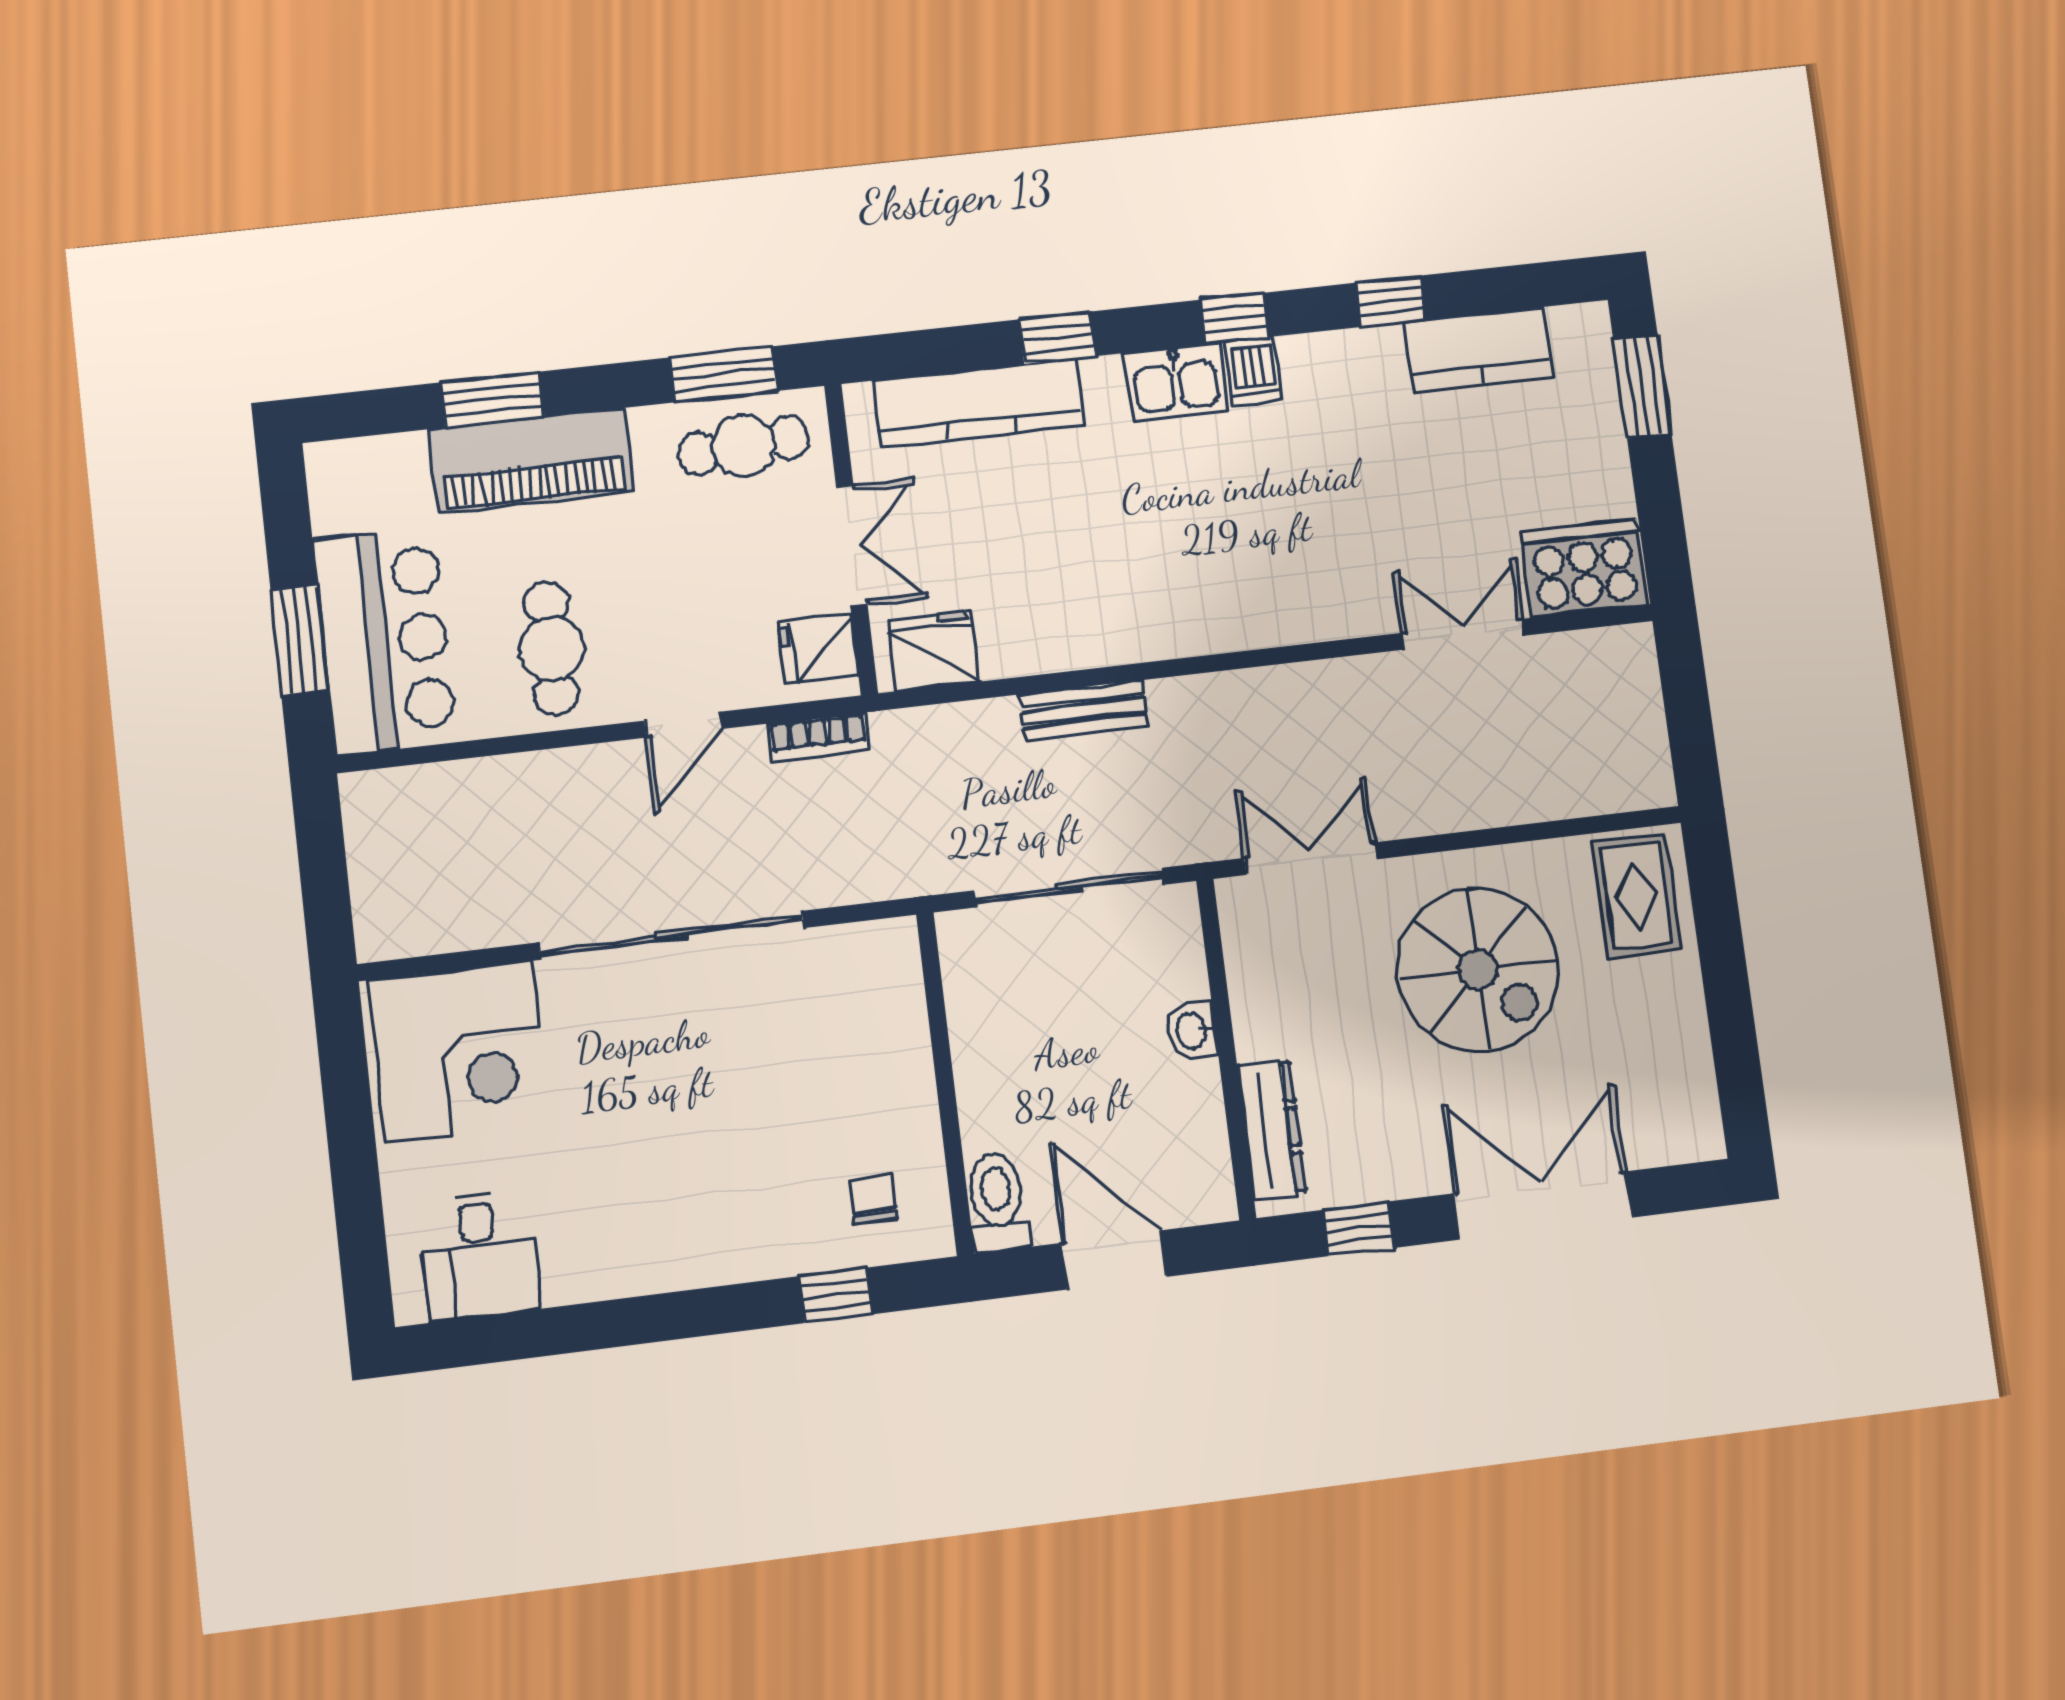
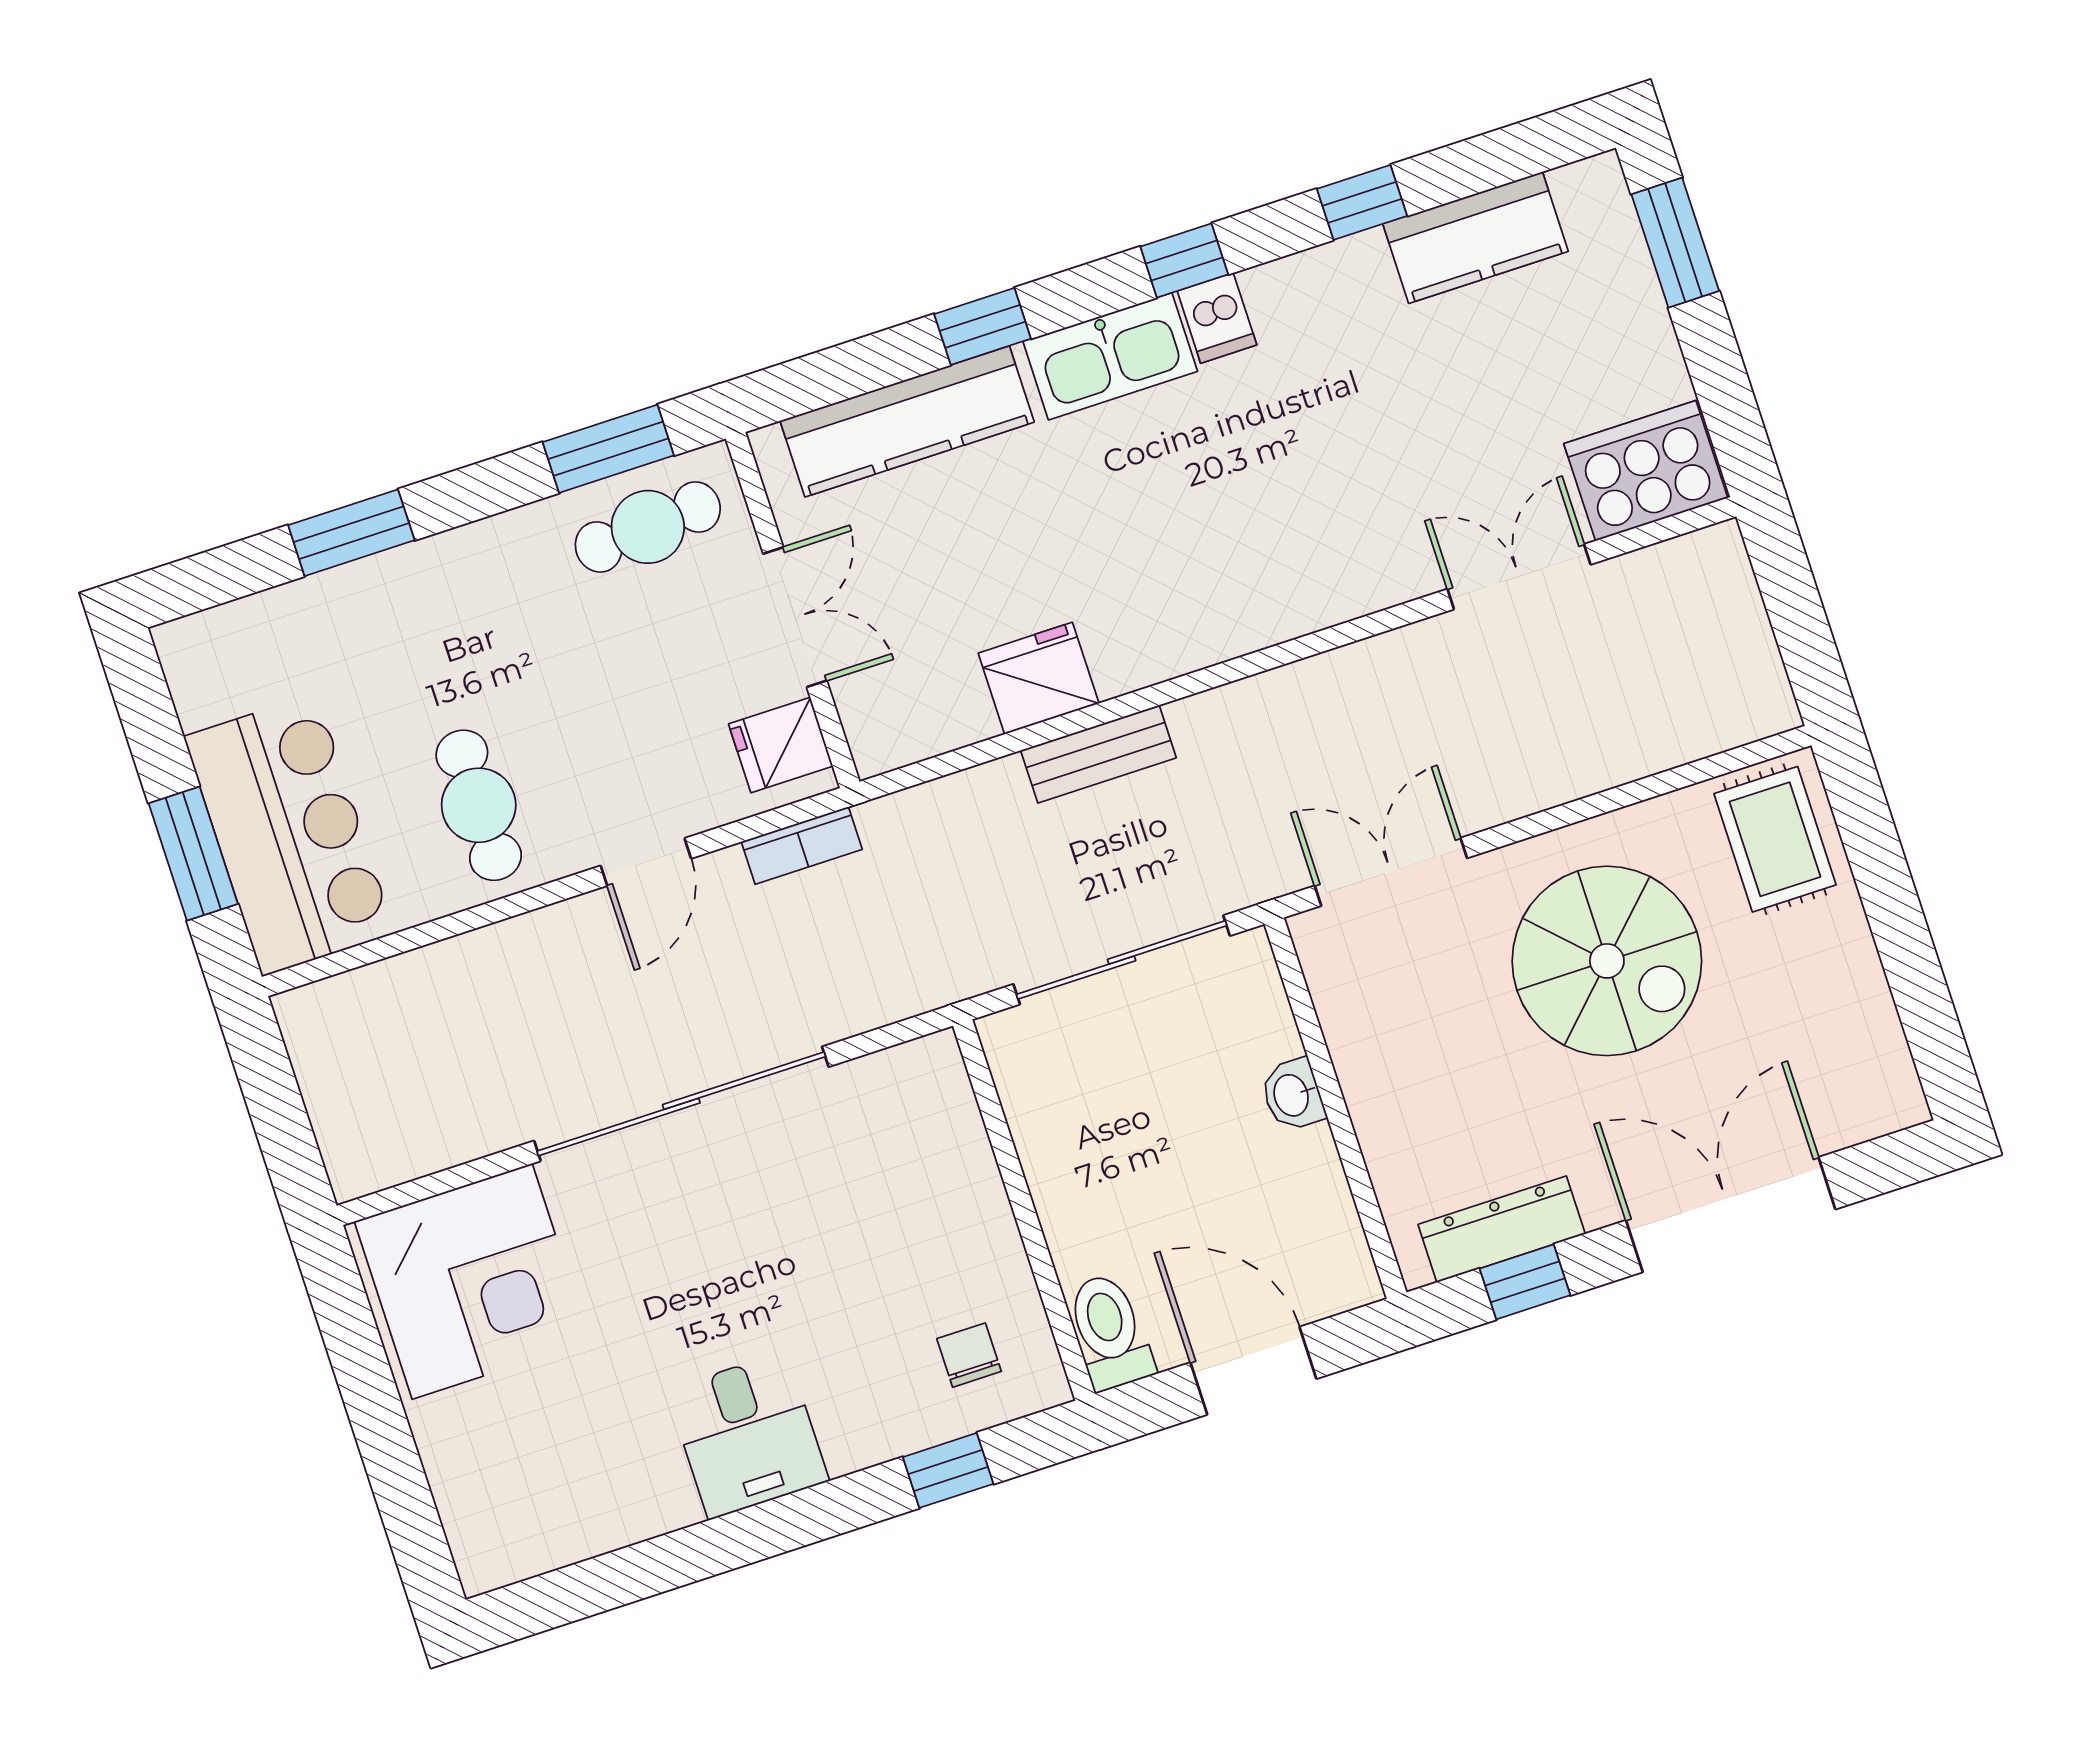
kitchen sink: (1176, 382) -> (1110, 356), width x1.38
piano: (532, 460) -> (411, 594), removed
fridge: (934, 650) -> (1039, 678), moved
dresser: (1272, 1129) -> (1502, 1229), moved, turned -90
desk: (480, 1255) -> (748, 1435), moved

